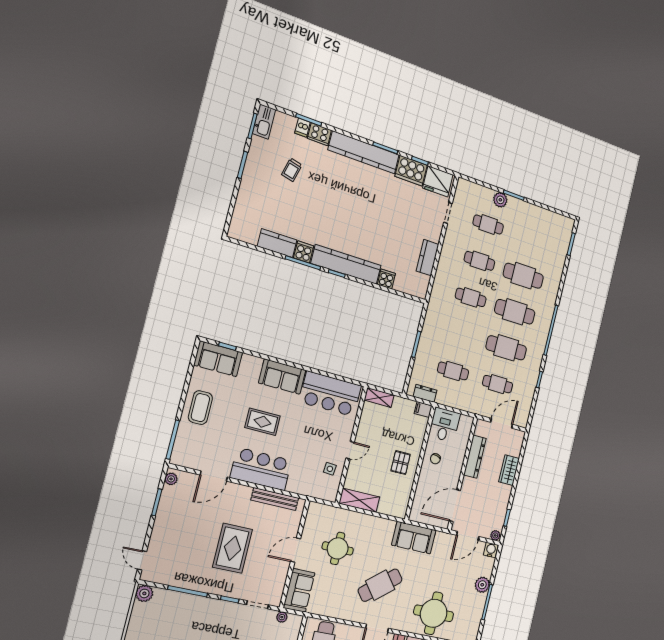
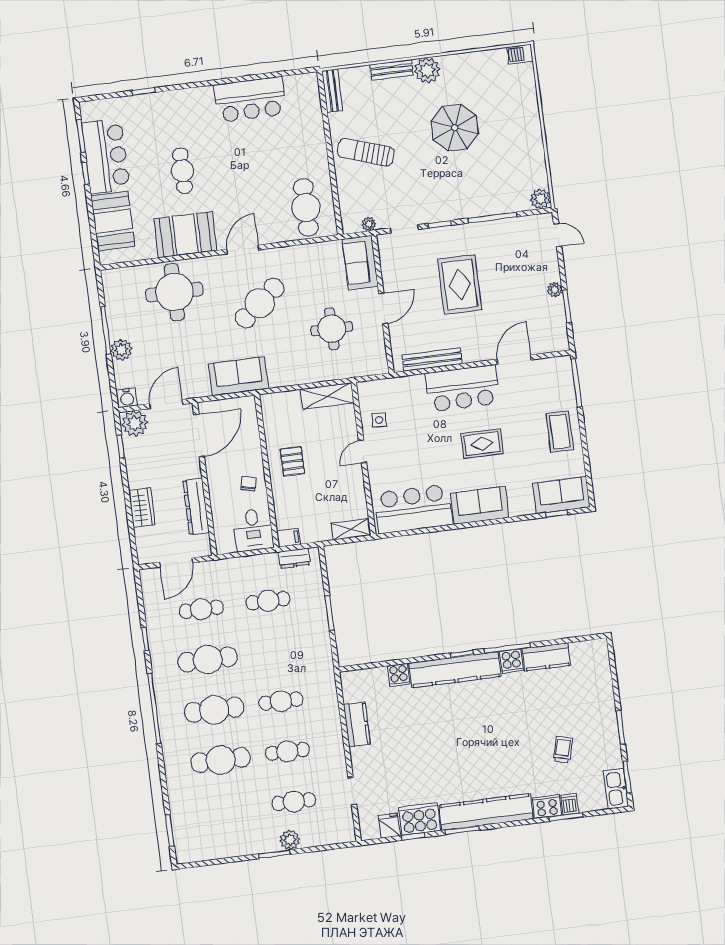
fridge: (438, 181) -> (390, 826), width x0.53, depth x0.75
plant: (171, 479) -> (555, 290), moved
plant: (495, 535) -> (135, 423), width x1.88, depth x1.88

